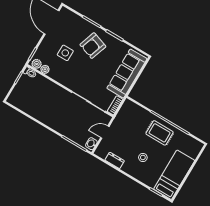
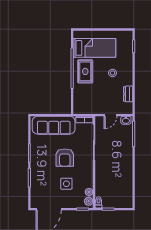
armchair: (93, 46) -> (65, 158), moved, turned 71
door: (105, 132) -> (110, 115), hinge flipped
bed: (174, 175) -> (94, 48), moved, turned 180

